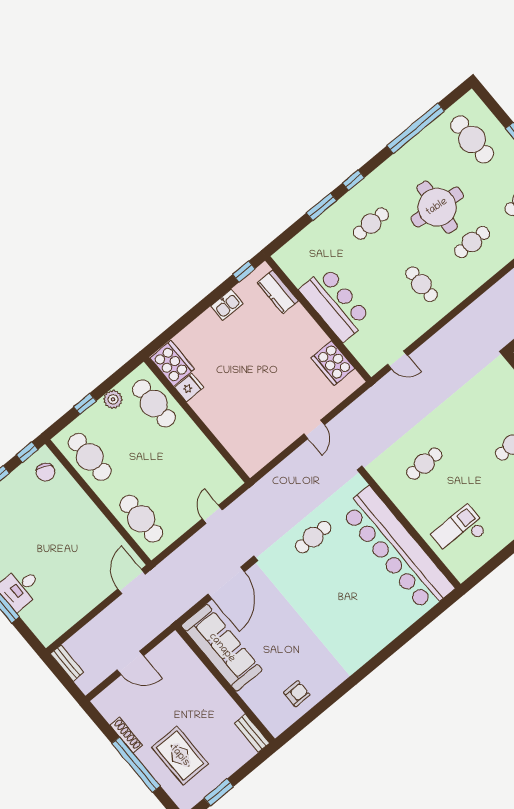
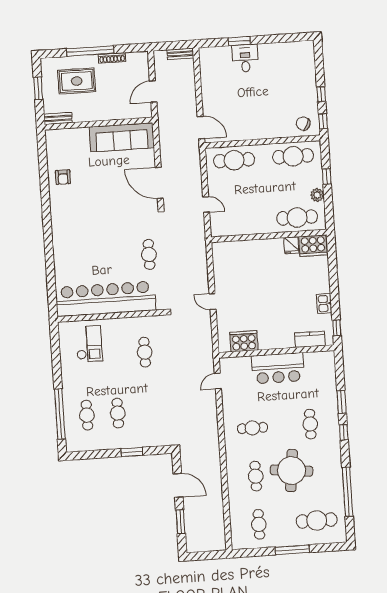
sofa: (222, 648) -> (122, 137), moved
wall: (225, 684) -> (99, 124), moved
bench: (252, 733) -> (58, 118), moved

